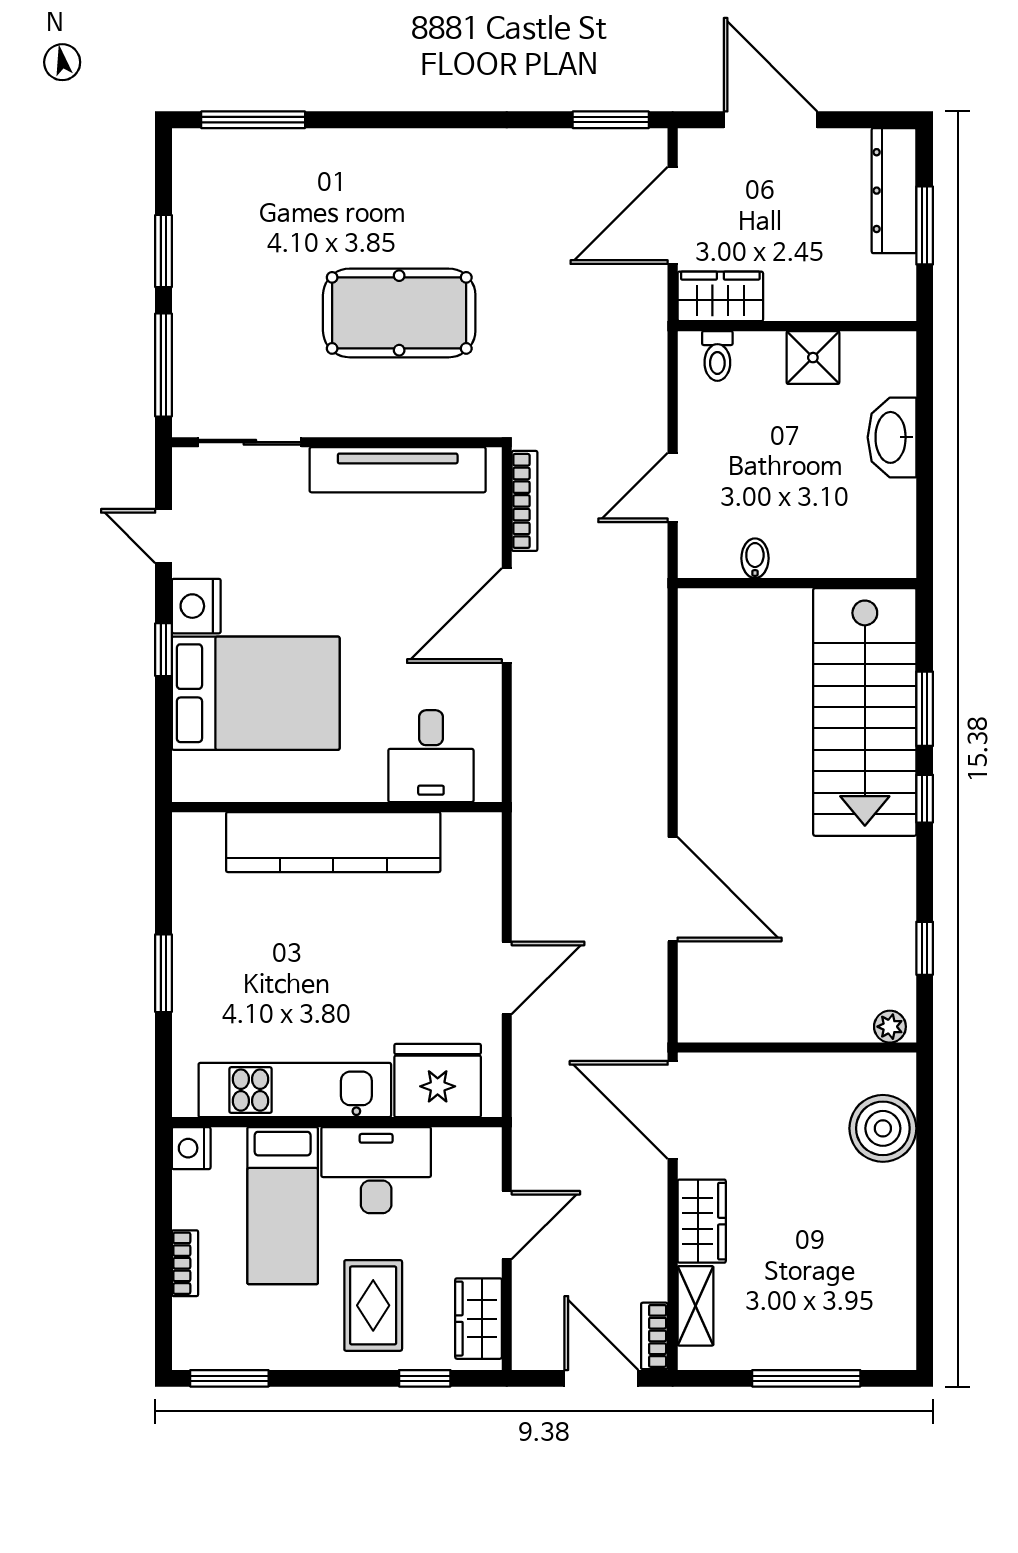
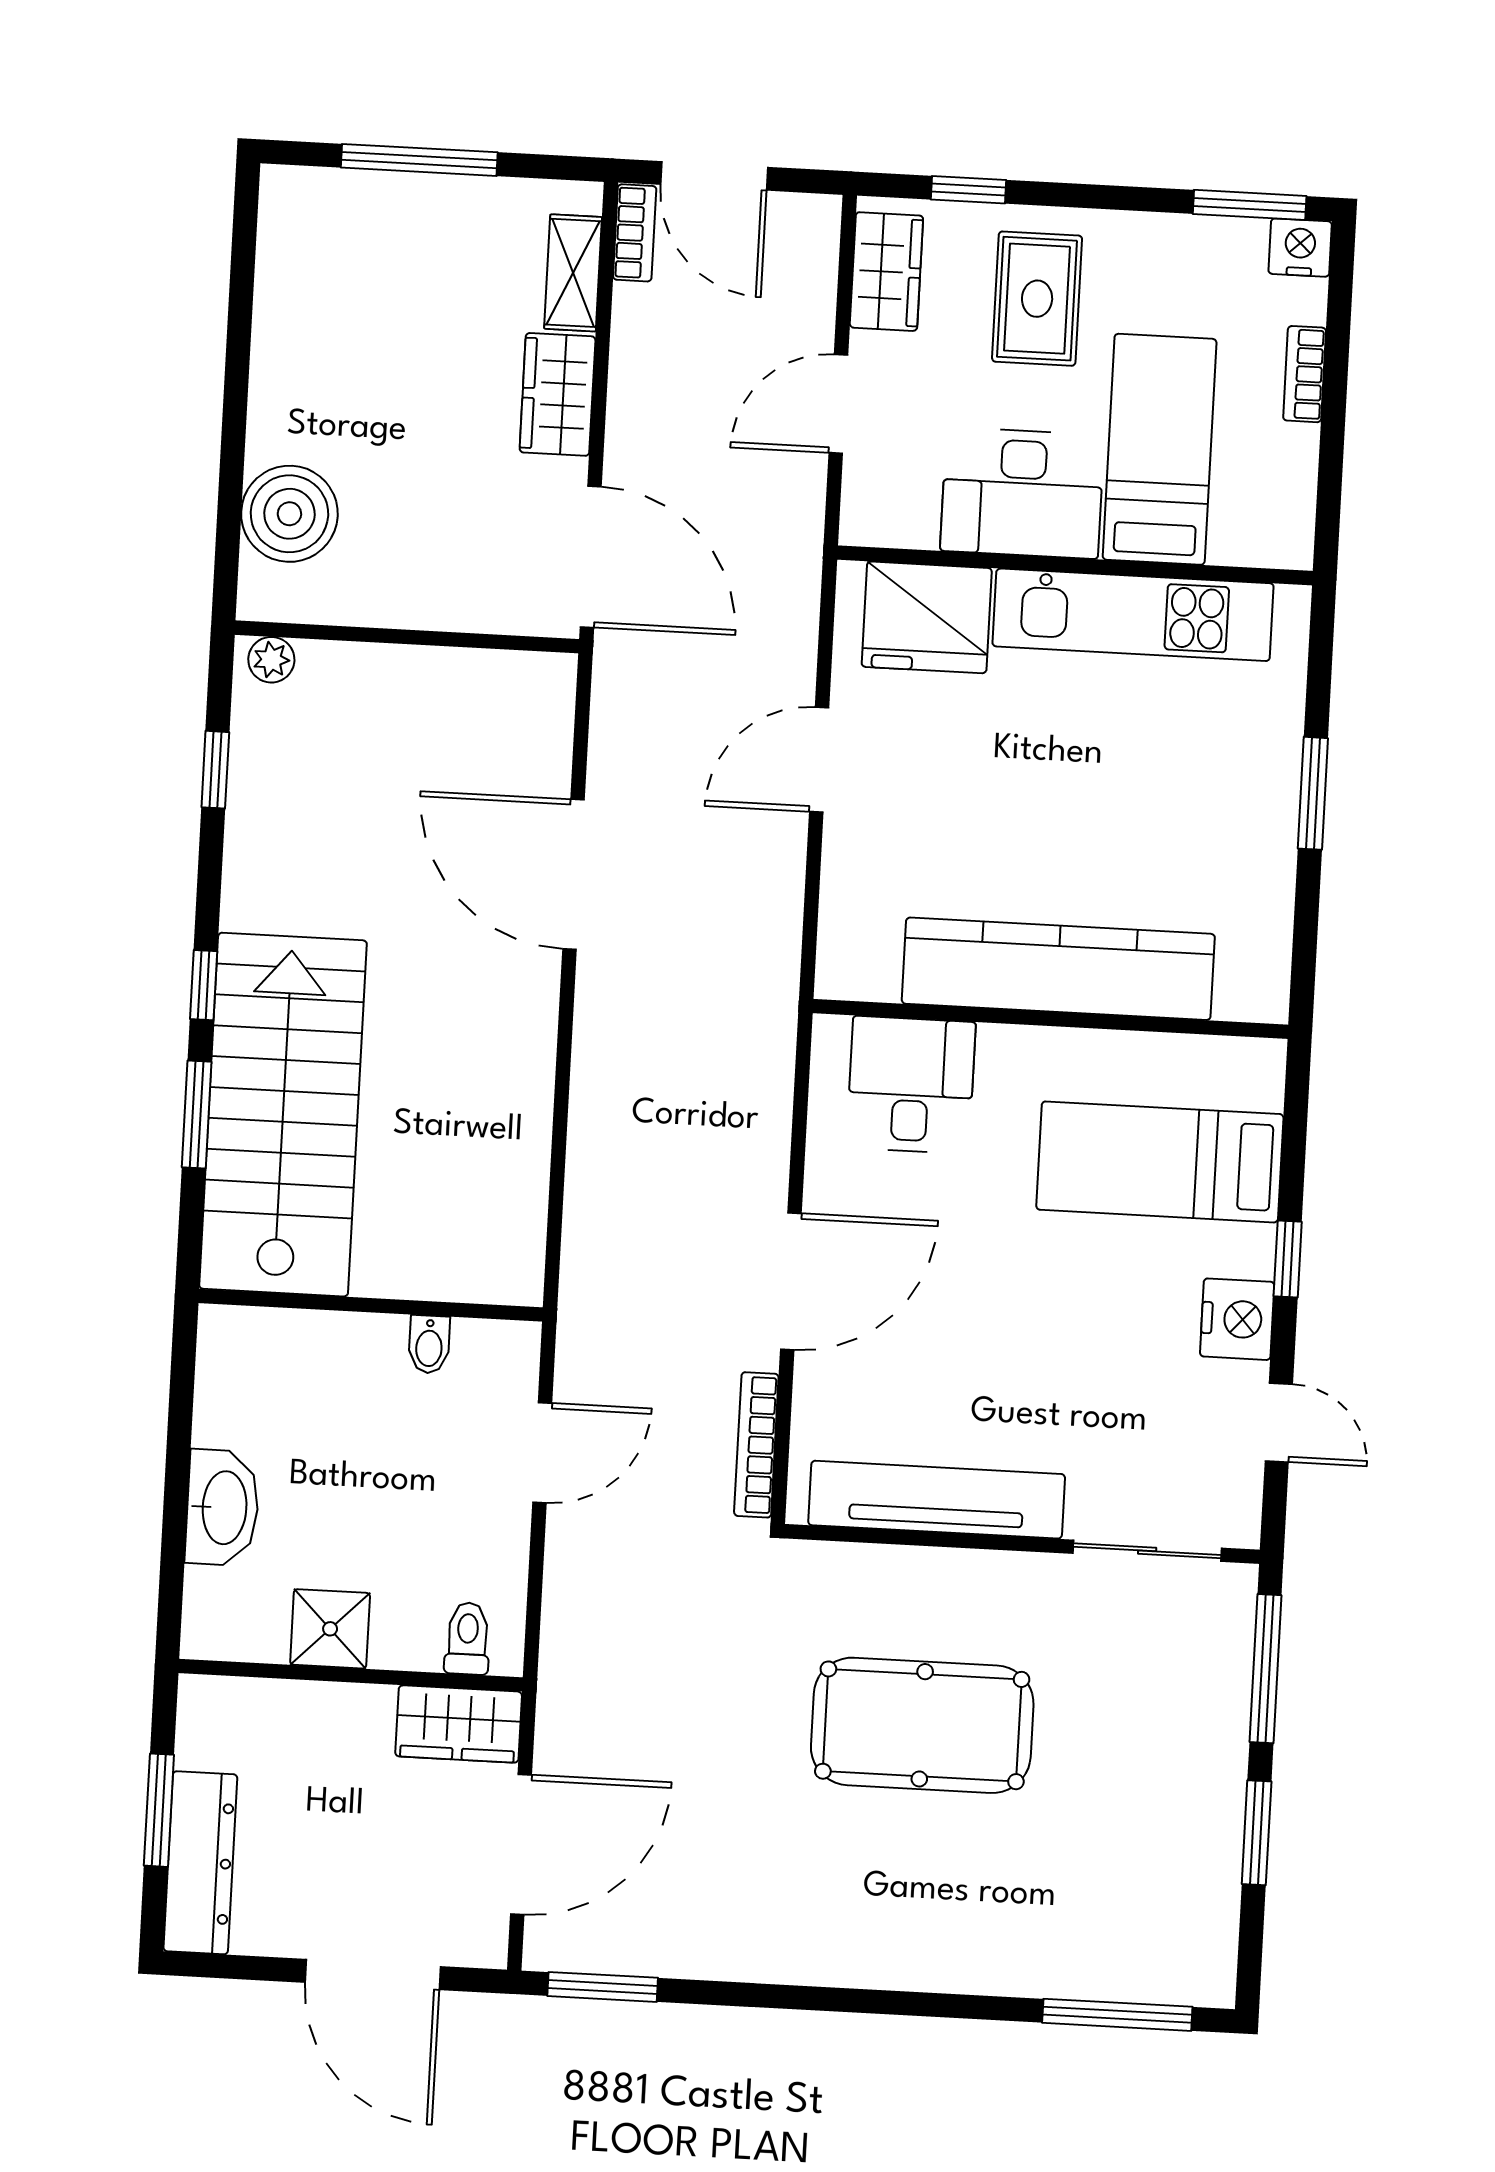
bed: (256, 693) -> (1160, 1162), width x0.67
nightstand: (191, 1148) -> (1300, 248), moved, turned -90

